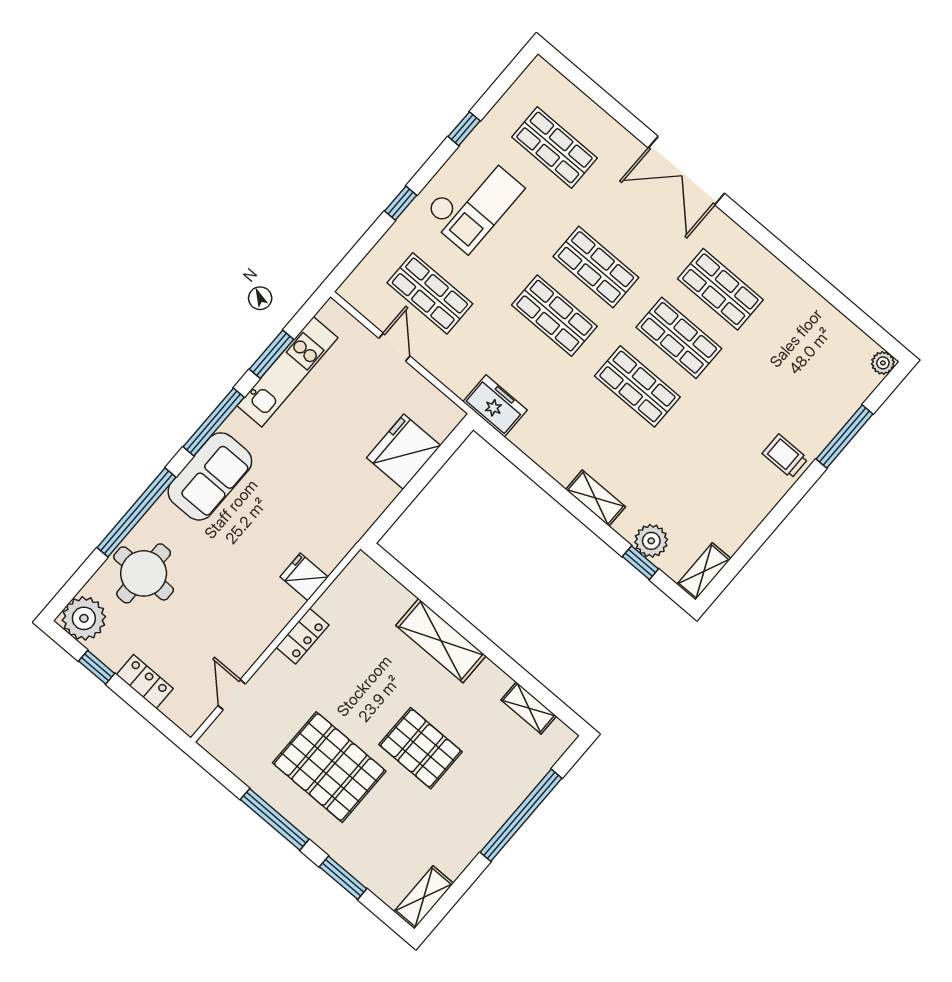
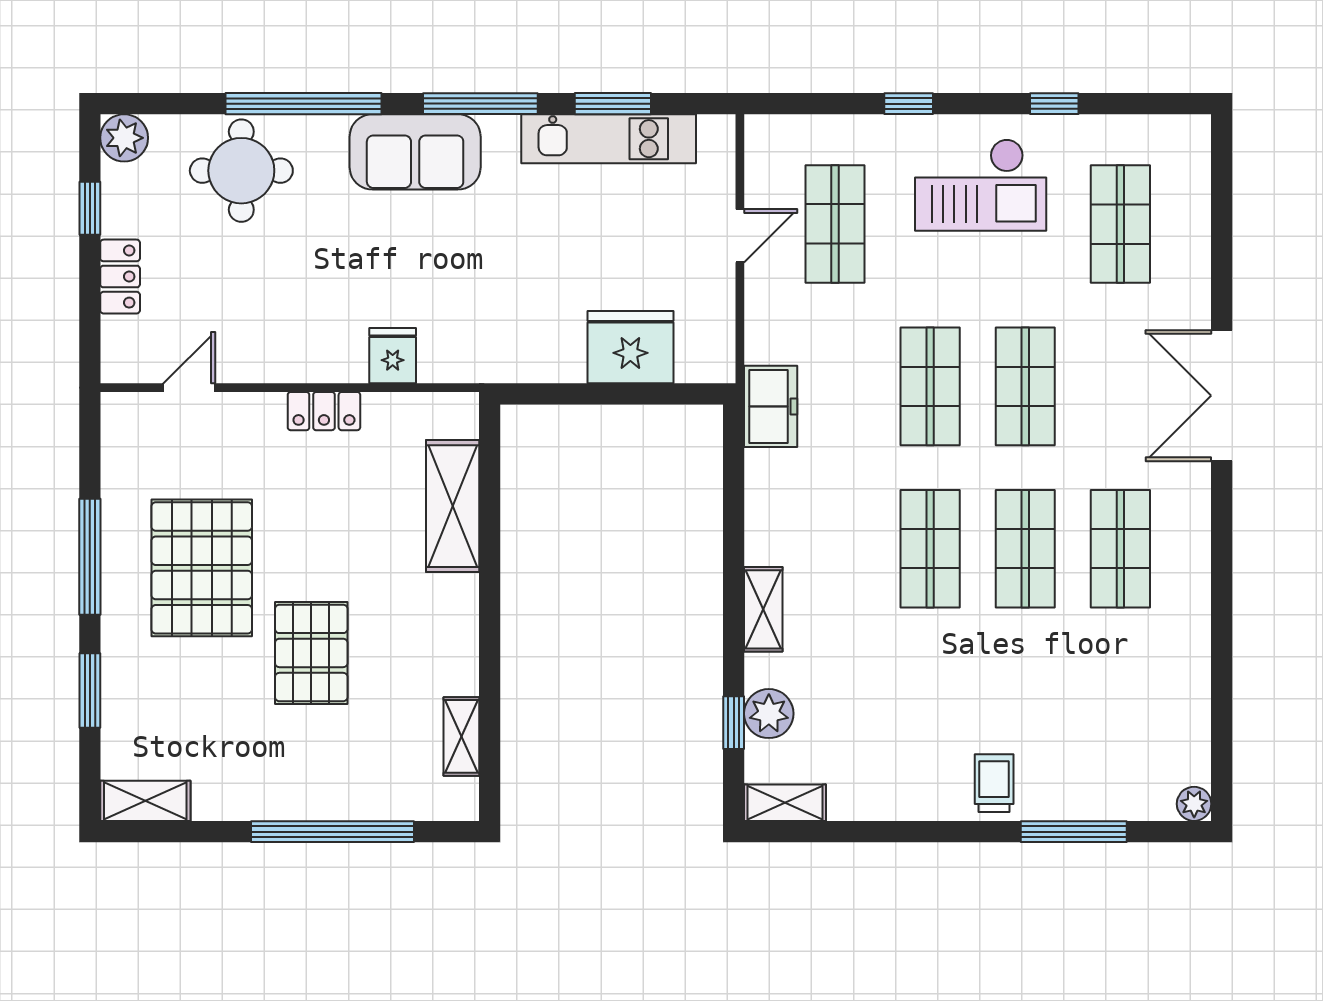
plant: (84, 618) -> (124, 138), width x0.73, depth x0.73
shelving: (441, 641) -> (453, 506), moved

